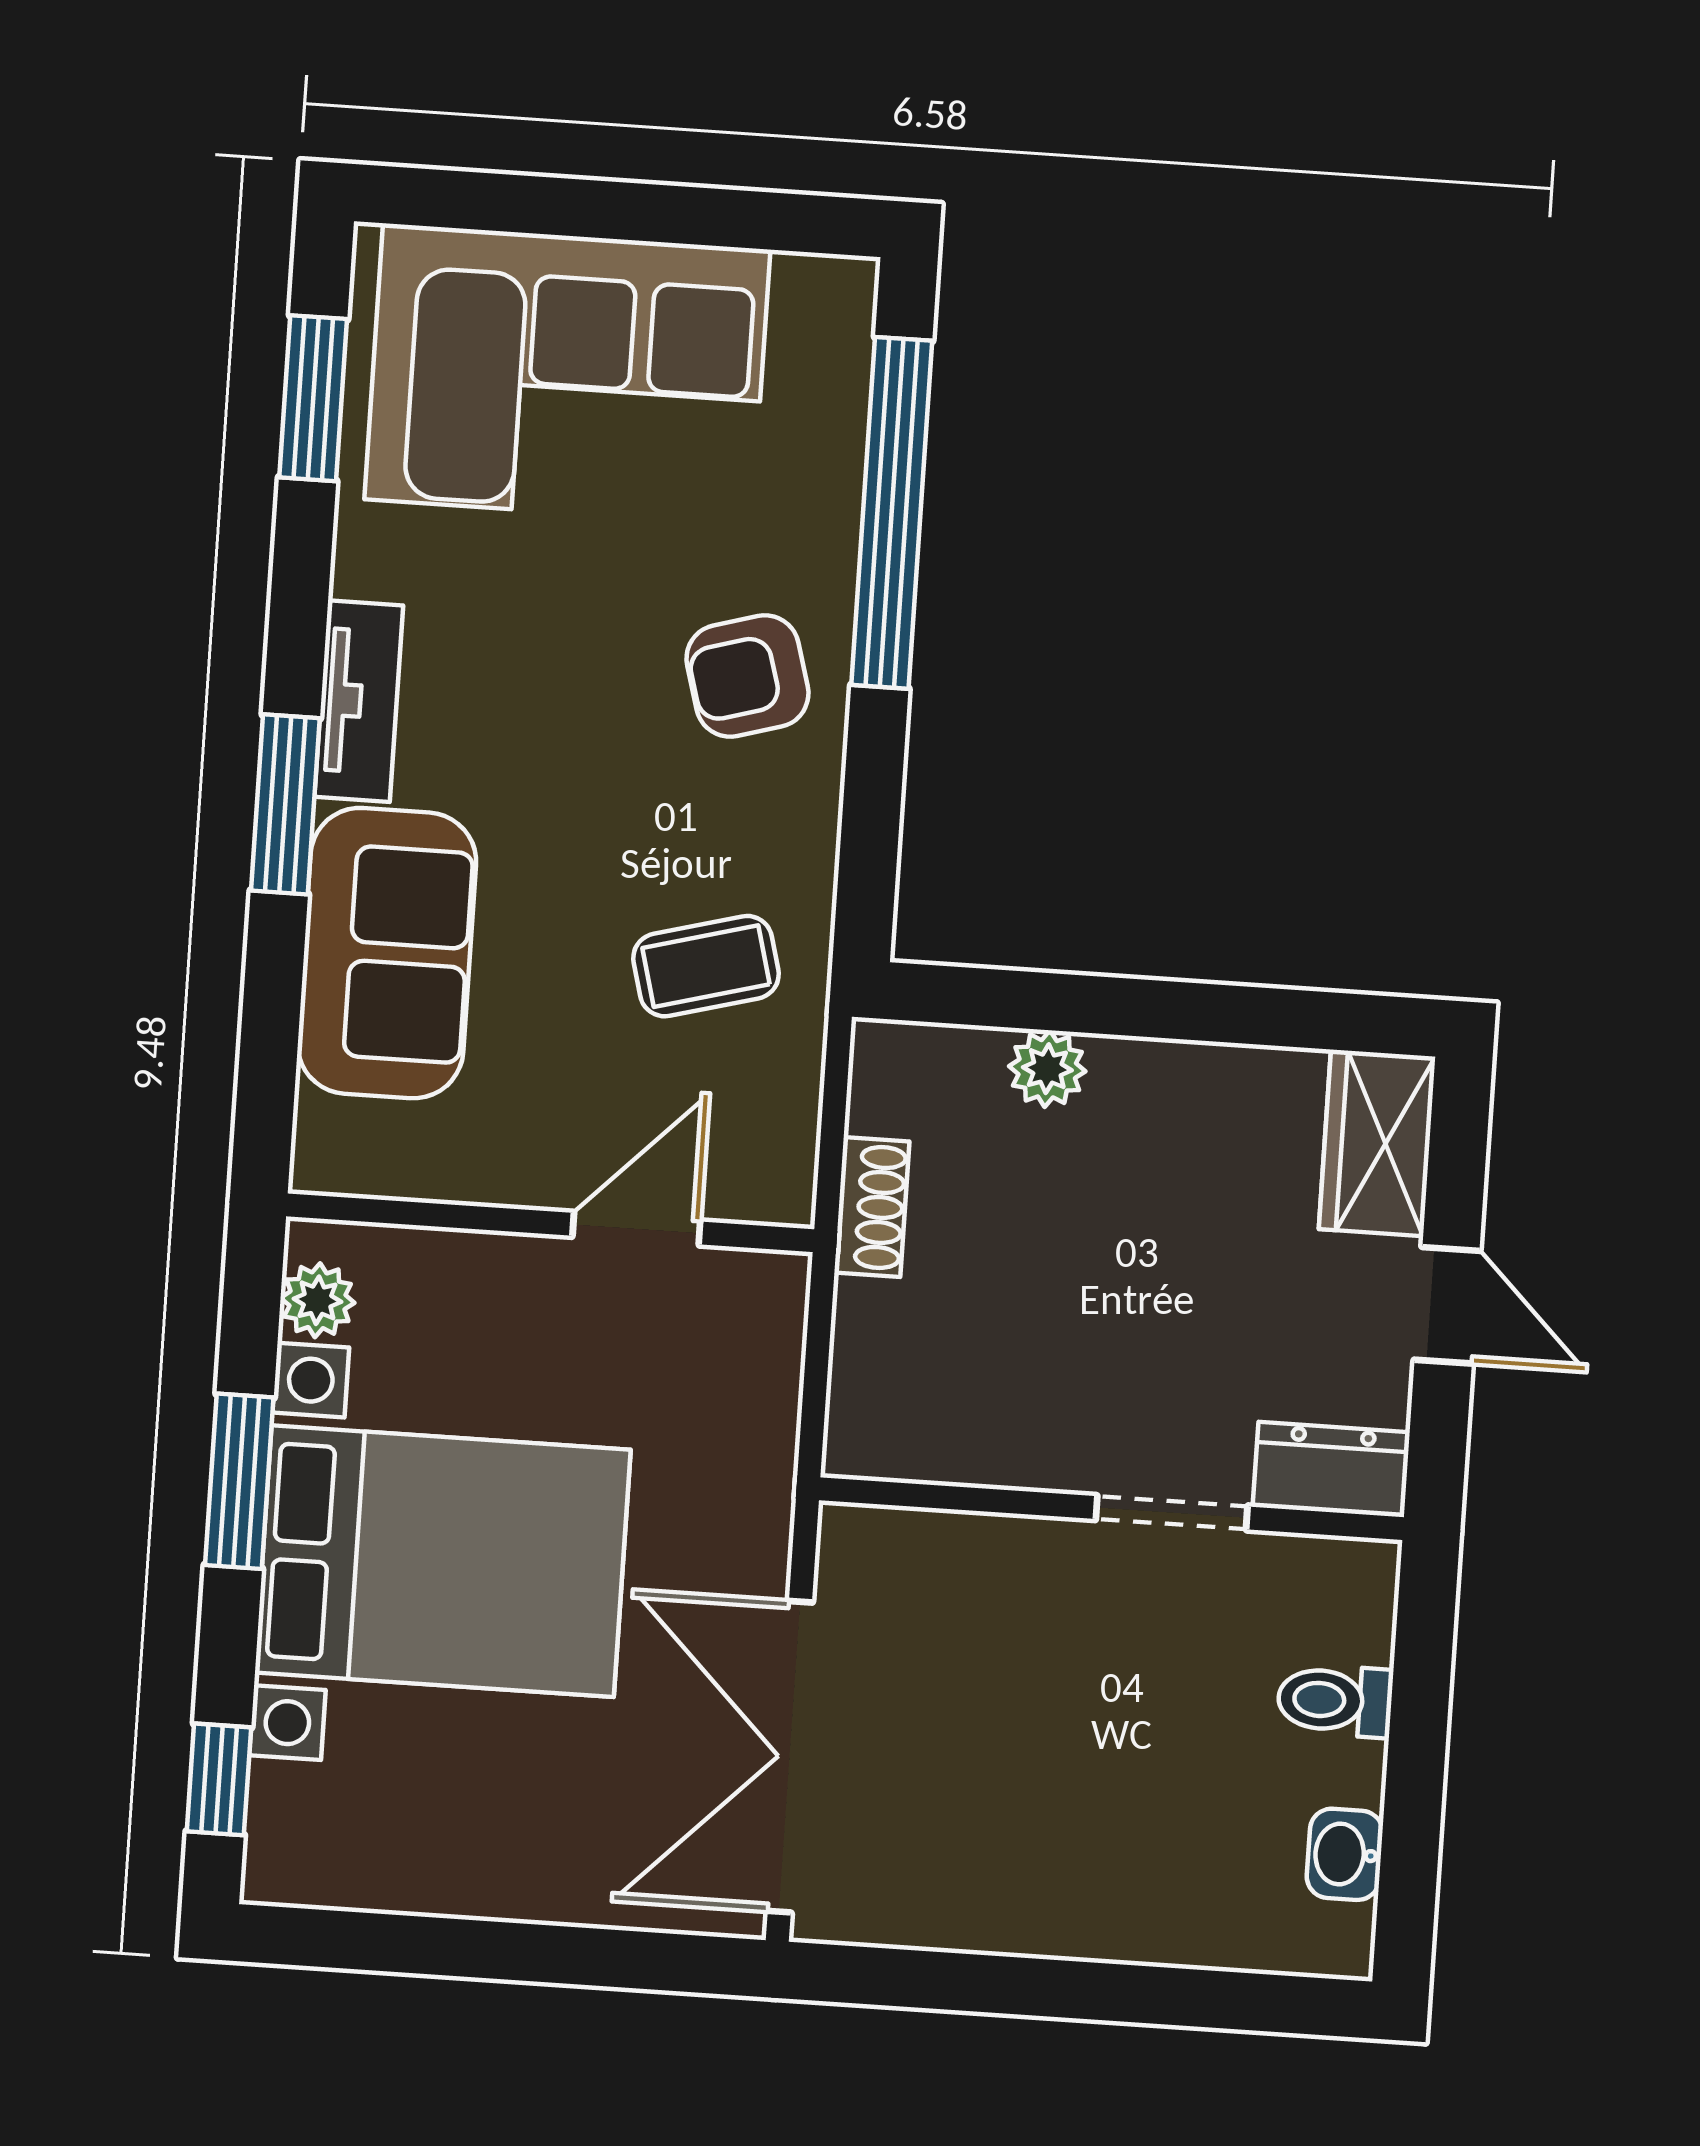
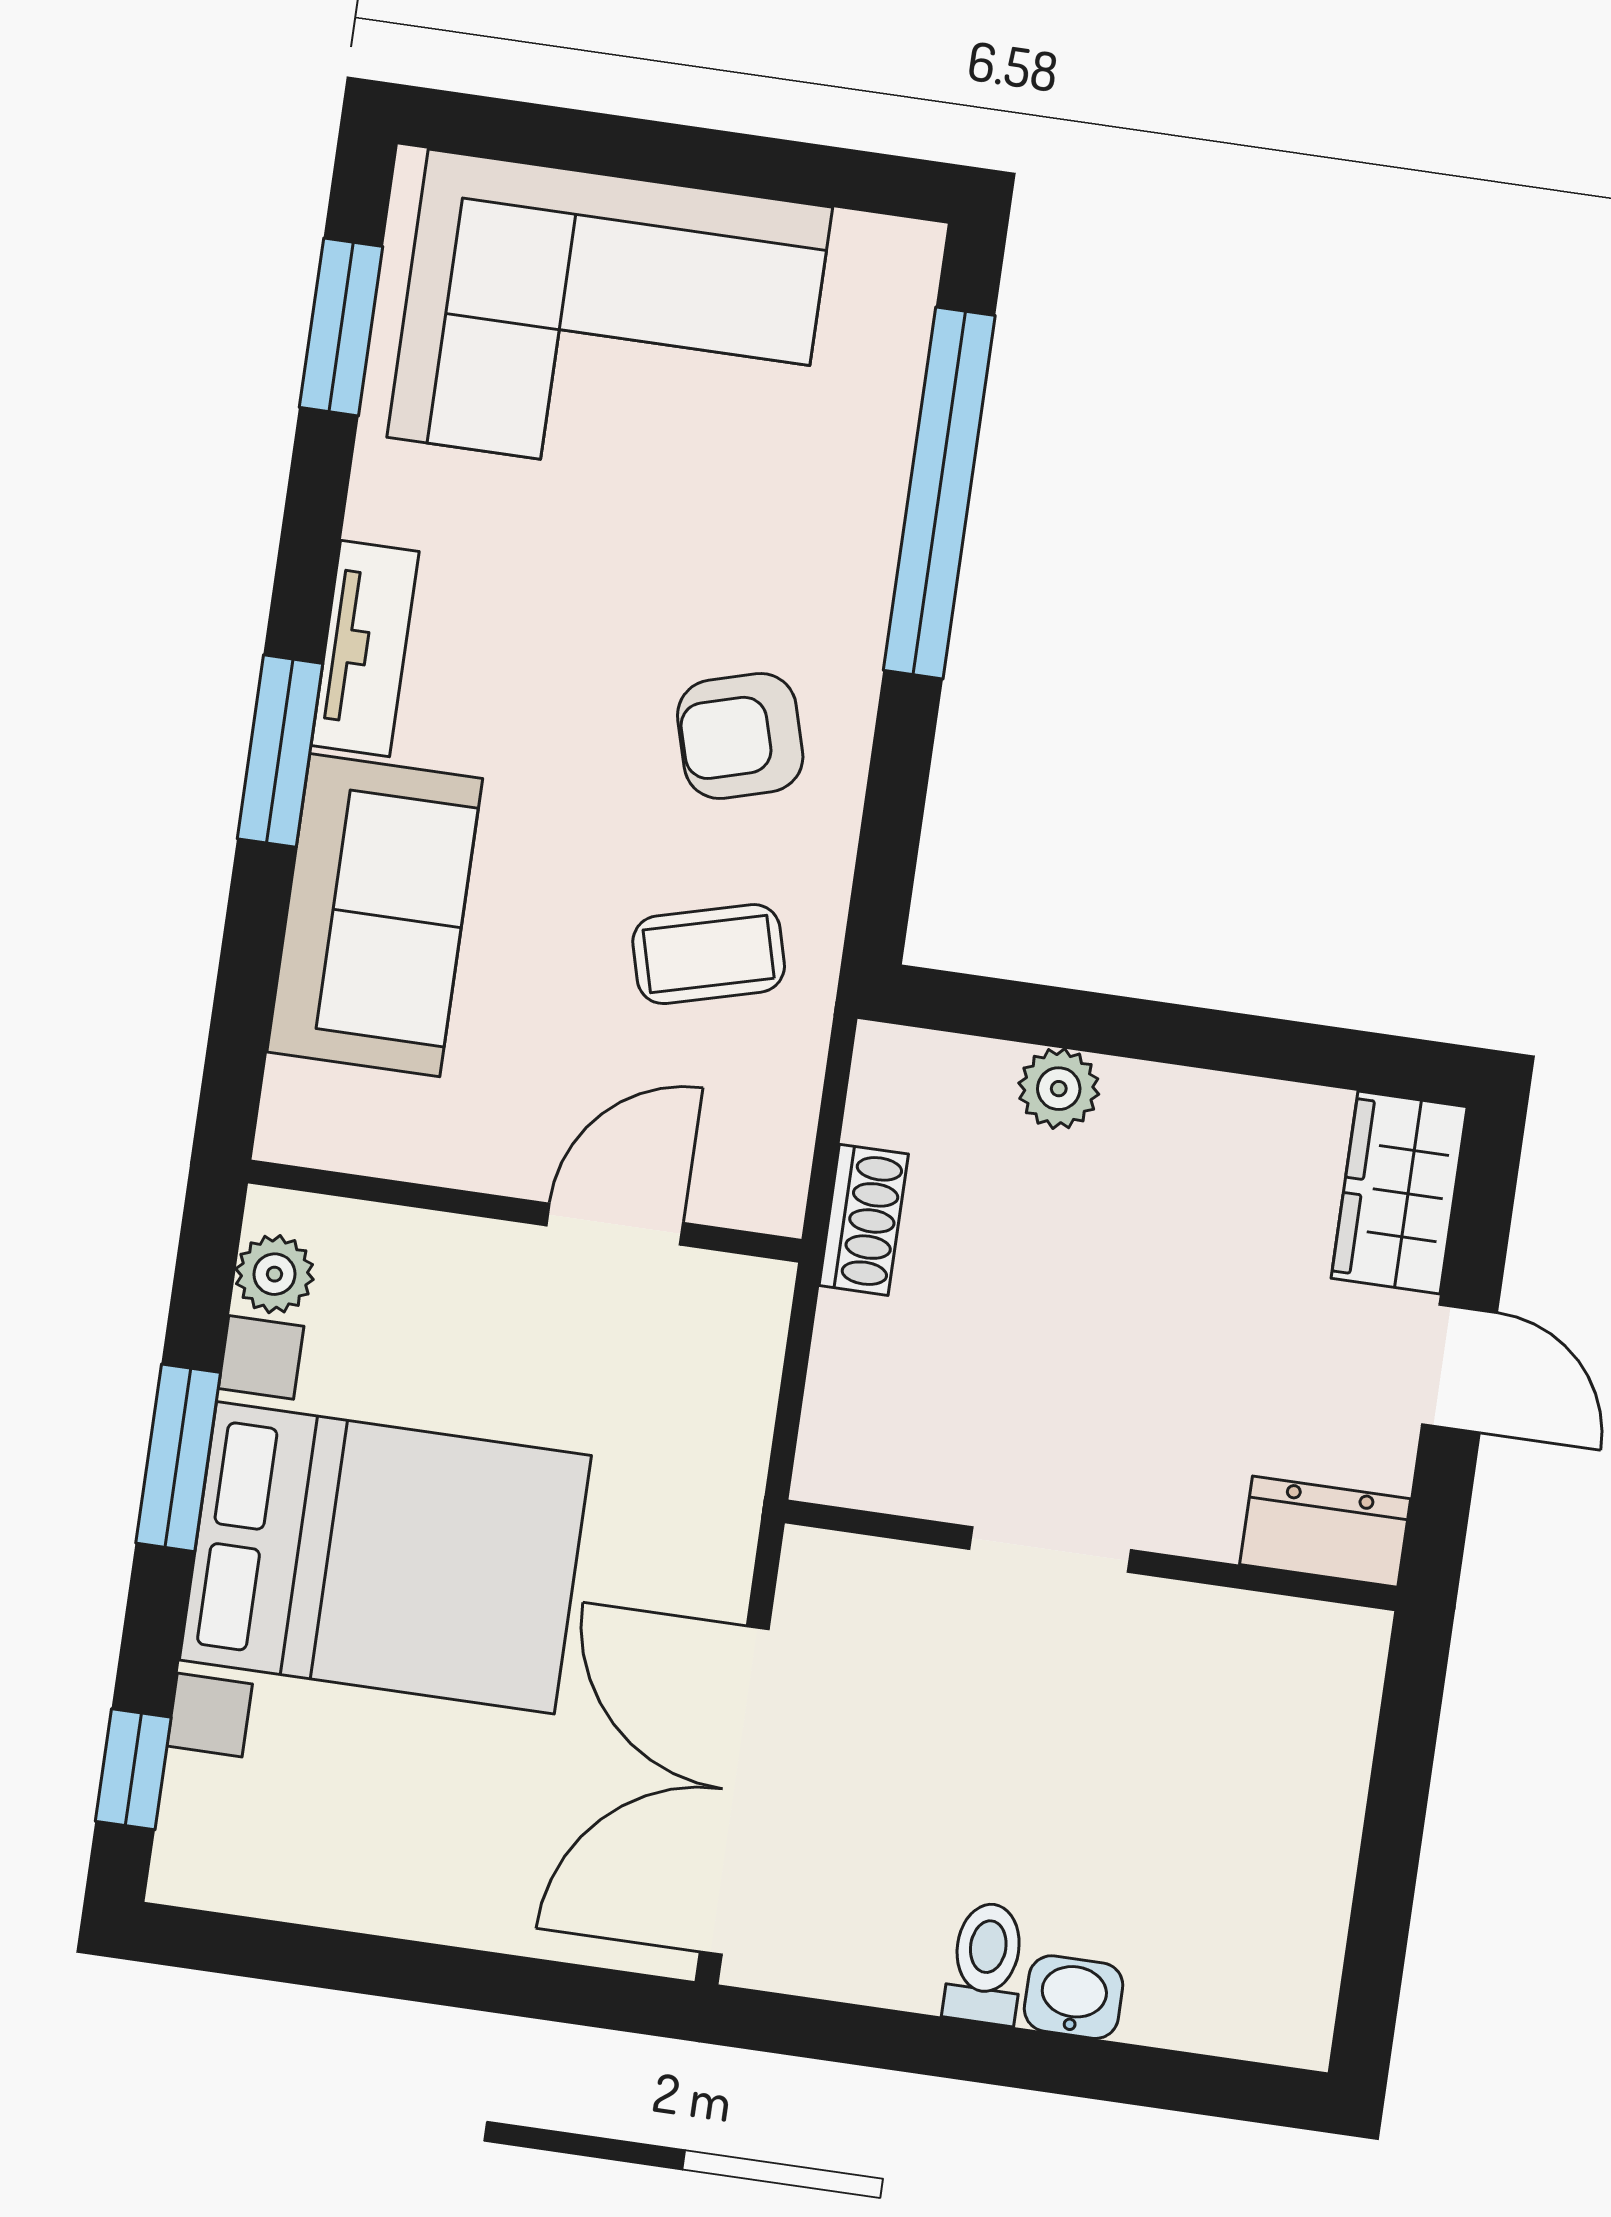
armchair: (747, 676) -> (740, 736), moved
doorway: (1172, 1513) -> (1050, 1549), moved
toilet: (1335, 1701) -> (986, 1963), moved, turned 90
washbasin: (1345, 1854) -> (1074, 1997), moved, turned 90

